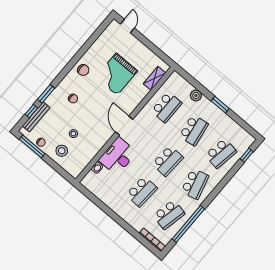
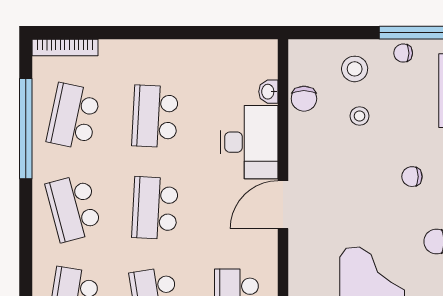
door: (124, 126) -> (283, 205), swing flipped
chair: (87, 155) -> (304, 99), added

